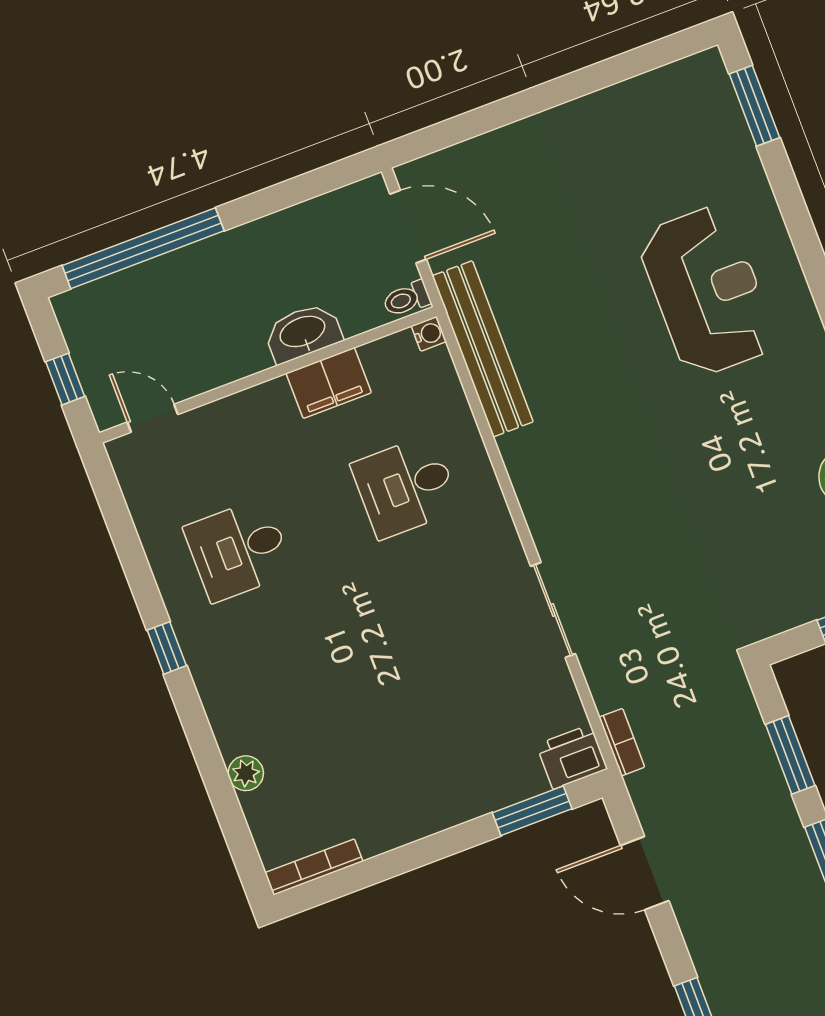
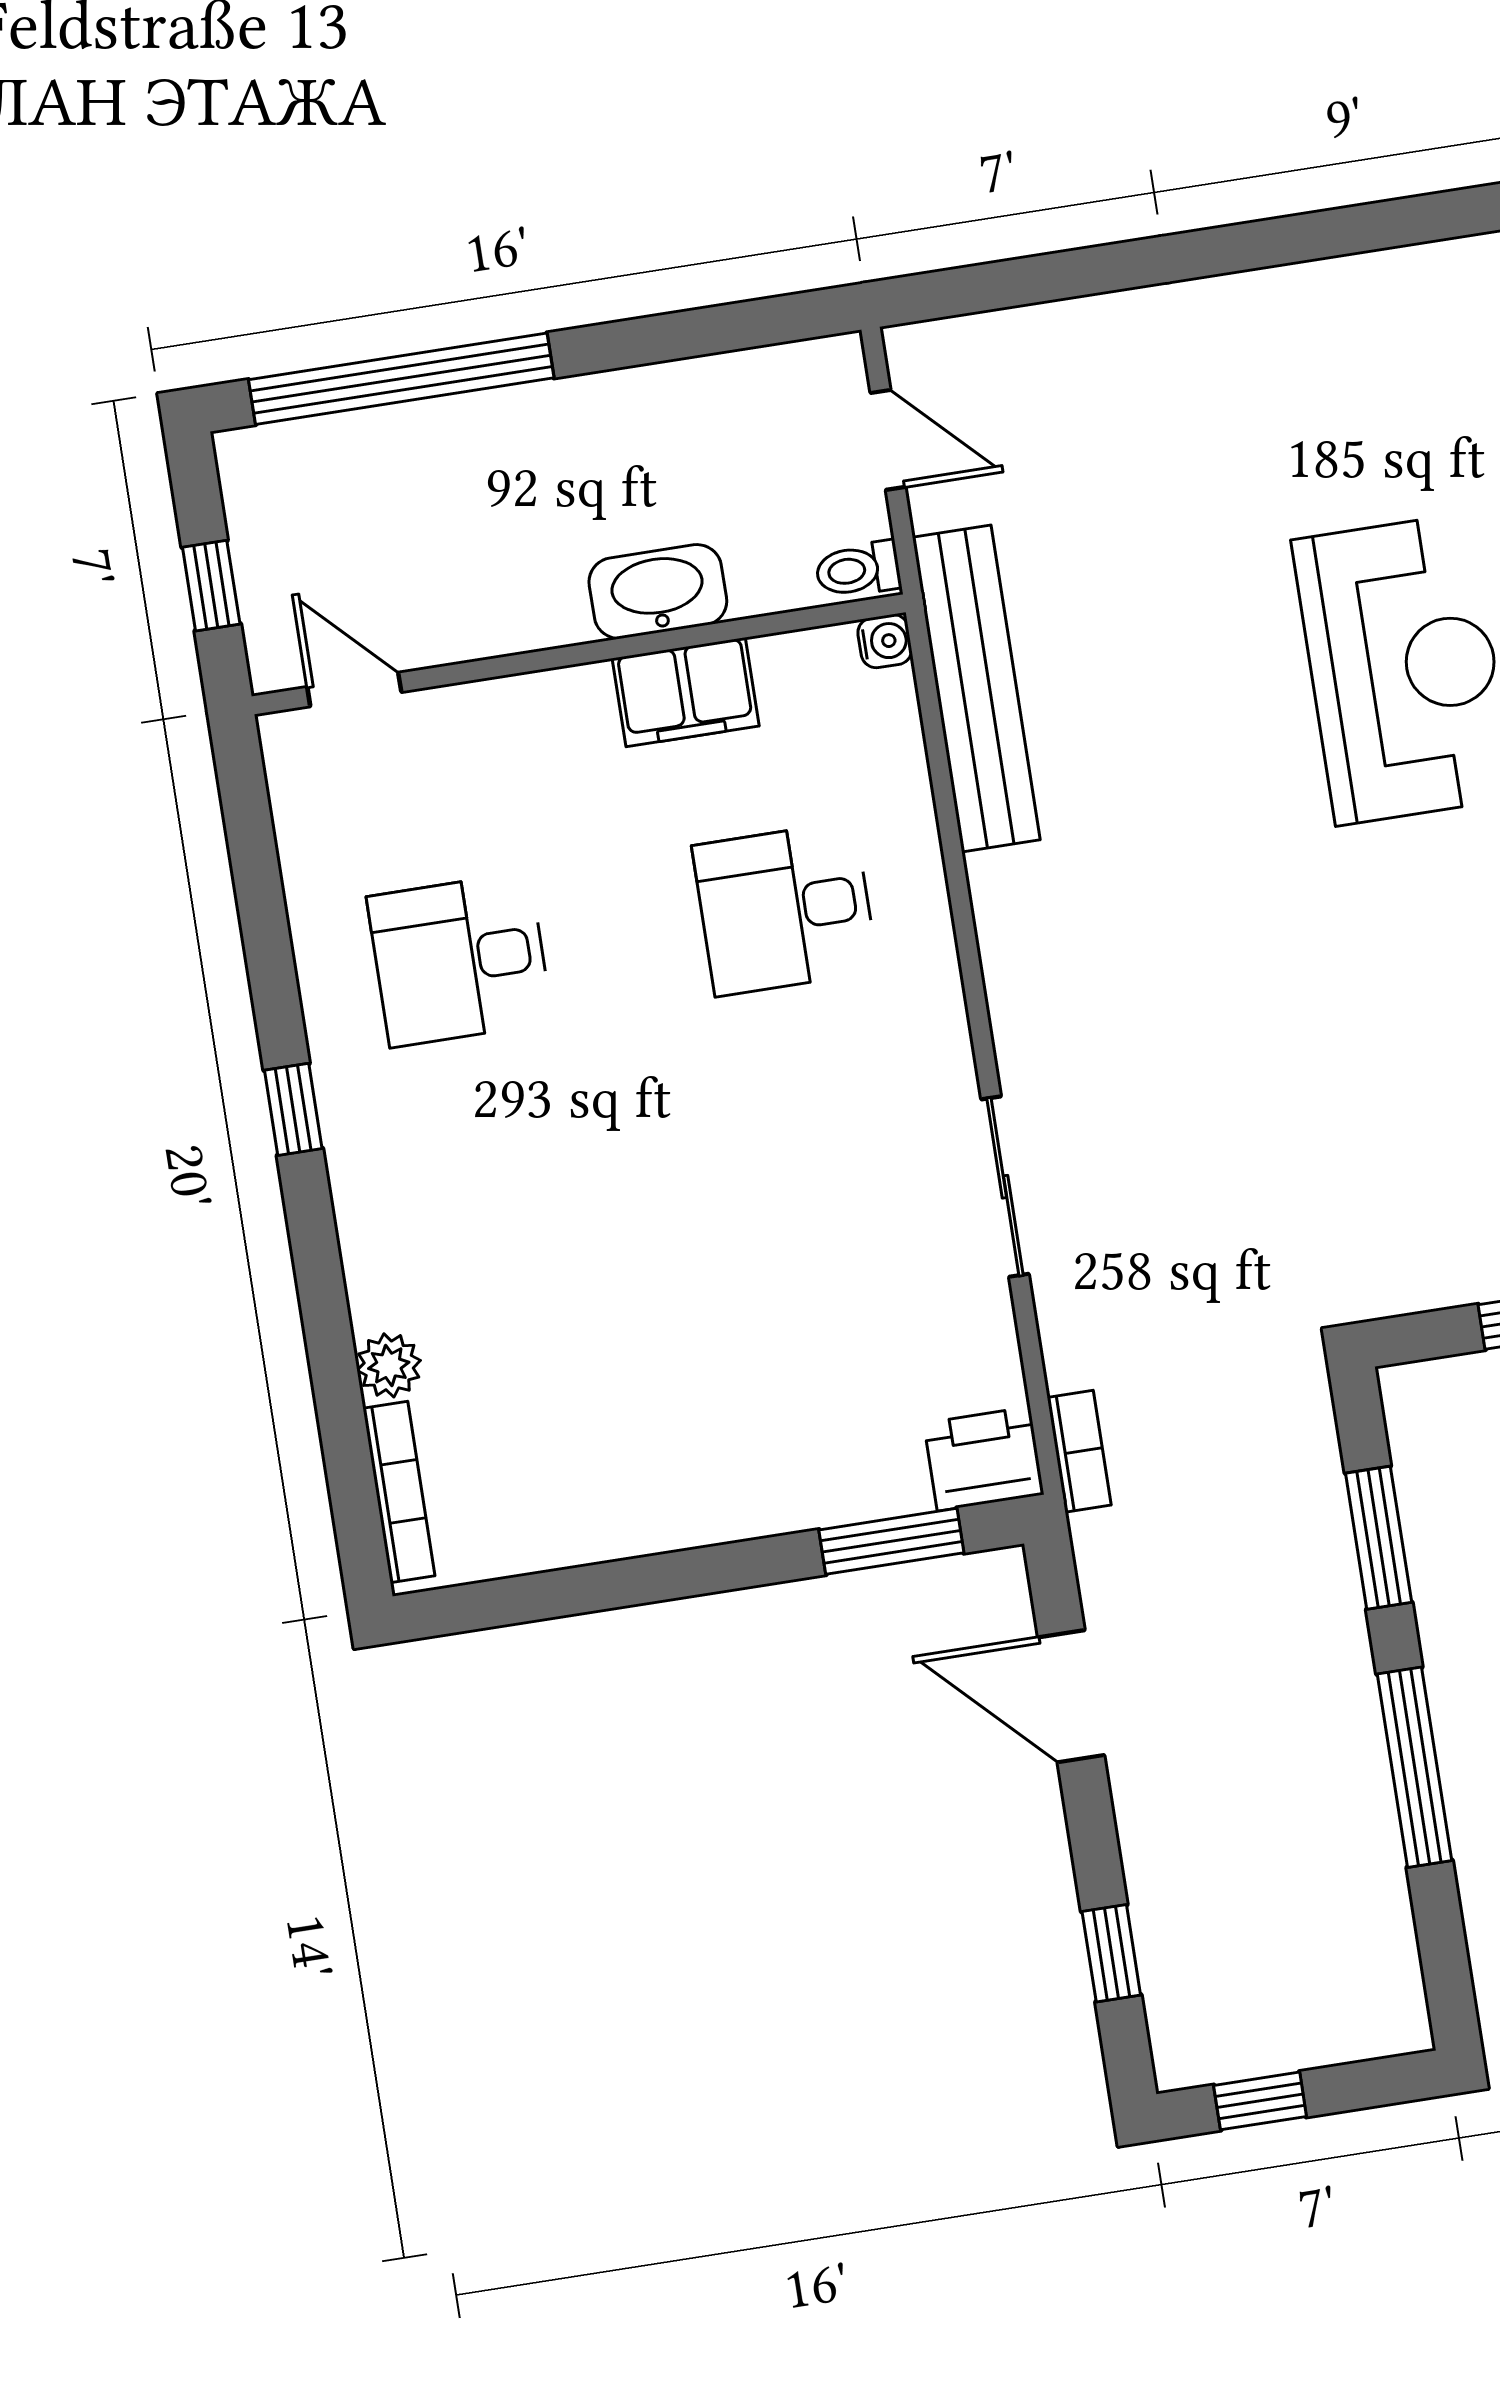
door: (408, 227) -> (888, 440), width x0.73
bookcase: (314, 867) -> (399, 1492), moved, turned 90

